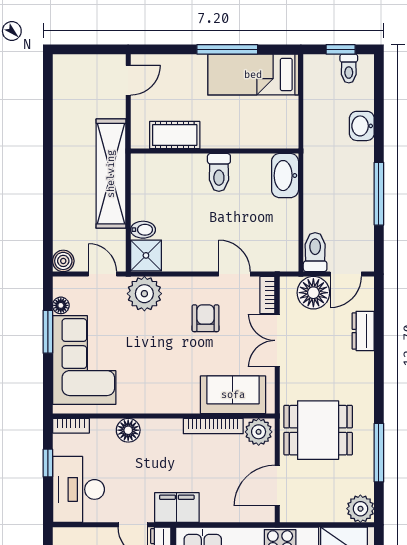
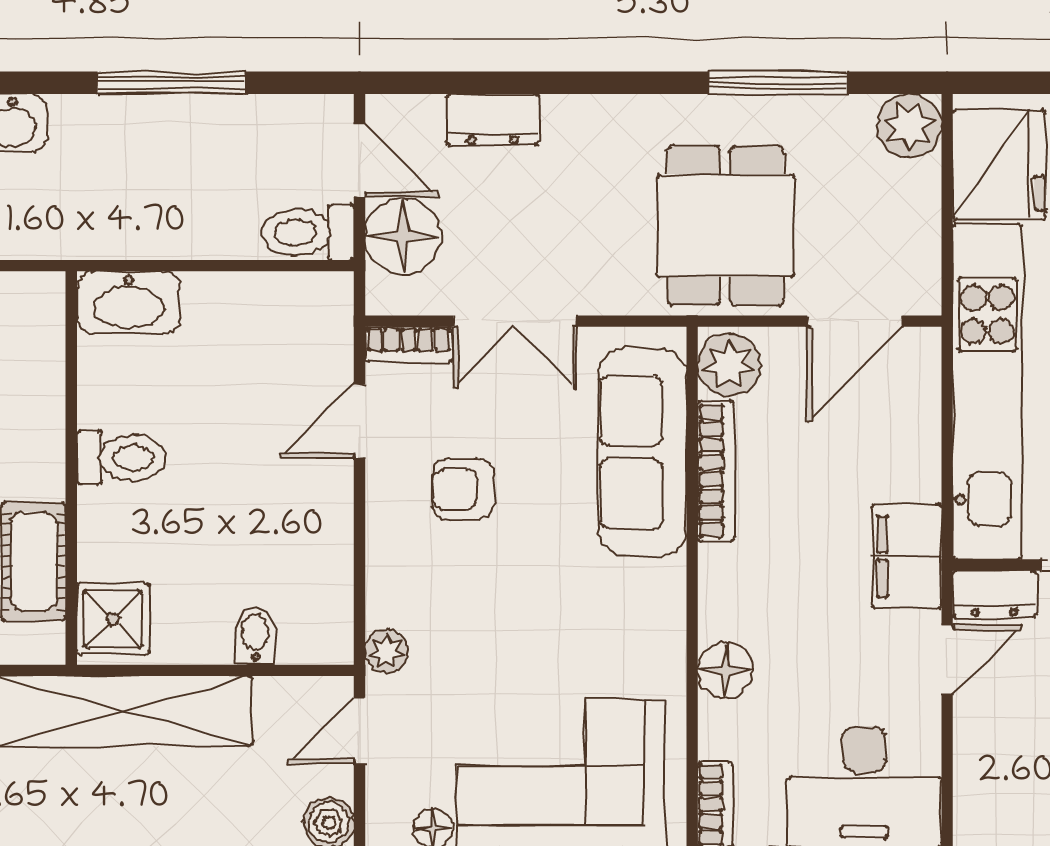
shower: (146, 255) -> (113, 619), moved
plant: (144, 294) -> (387, 651), width x0.53, depth x0.53
sofa: (233, 395) -> (642, 452), width x1.36
door: (277, 485) -> (855, 321), hinge flipped

